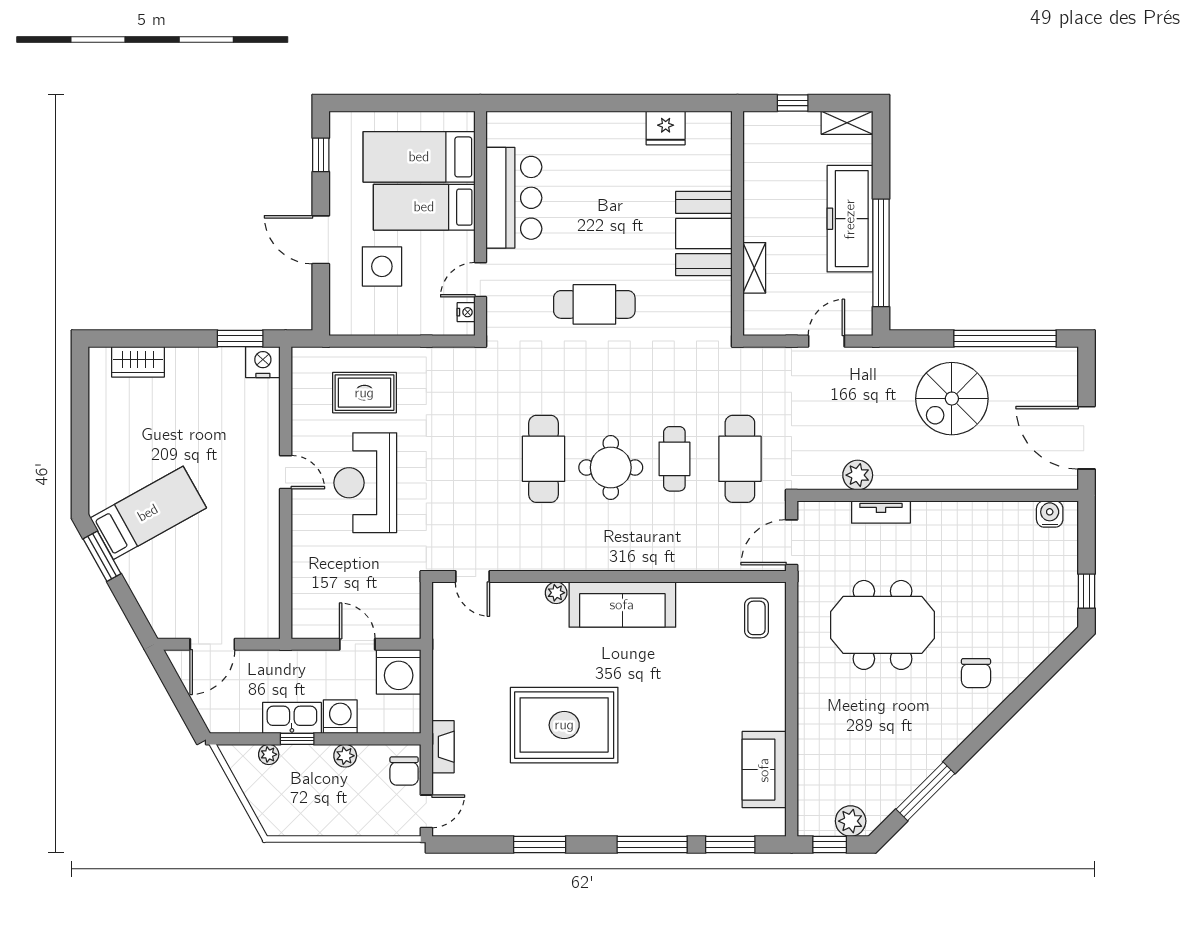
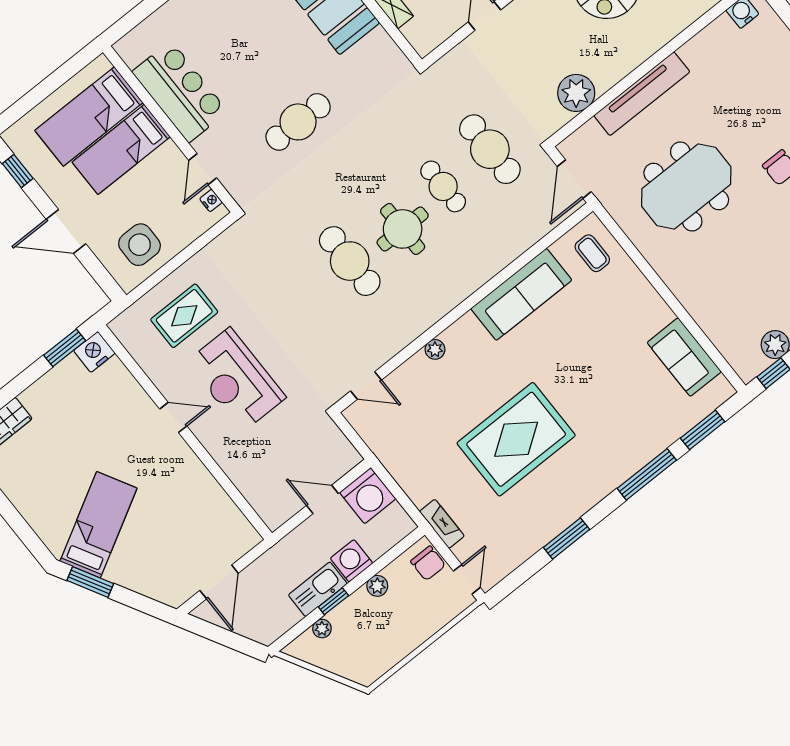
side table: (382, 266) -> (140, 245), moved
plant: (858, 475) -> (576, 93), width x1.36, depth x1.36
tv unit: (881, 512) -> (642, 94), width x1.92, depth x1.29
sofa: (622, 605) -> (521, 294), moved

